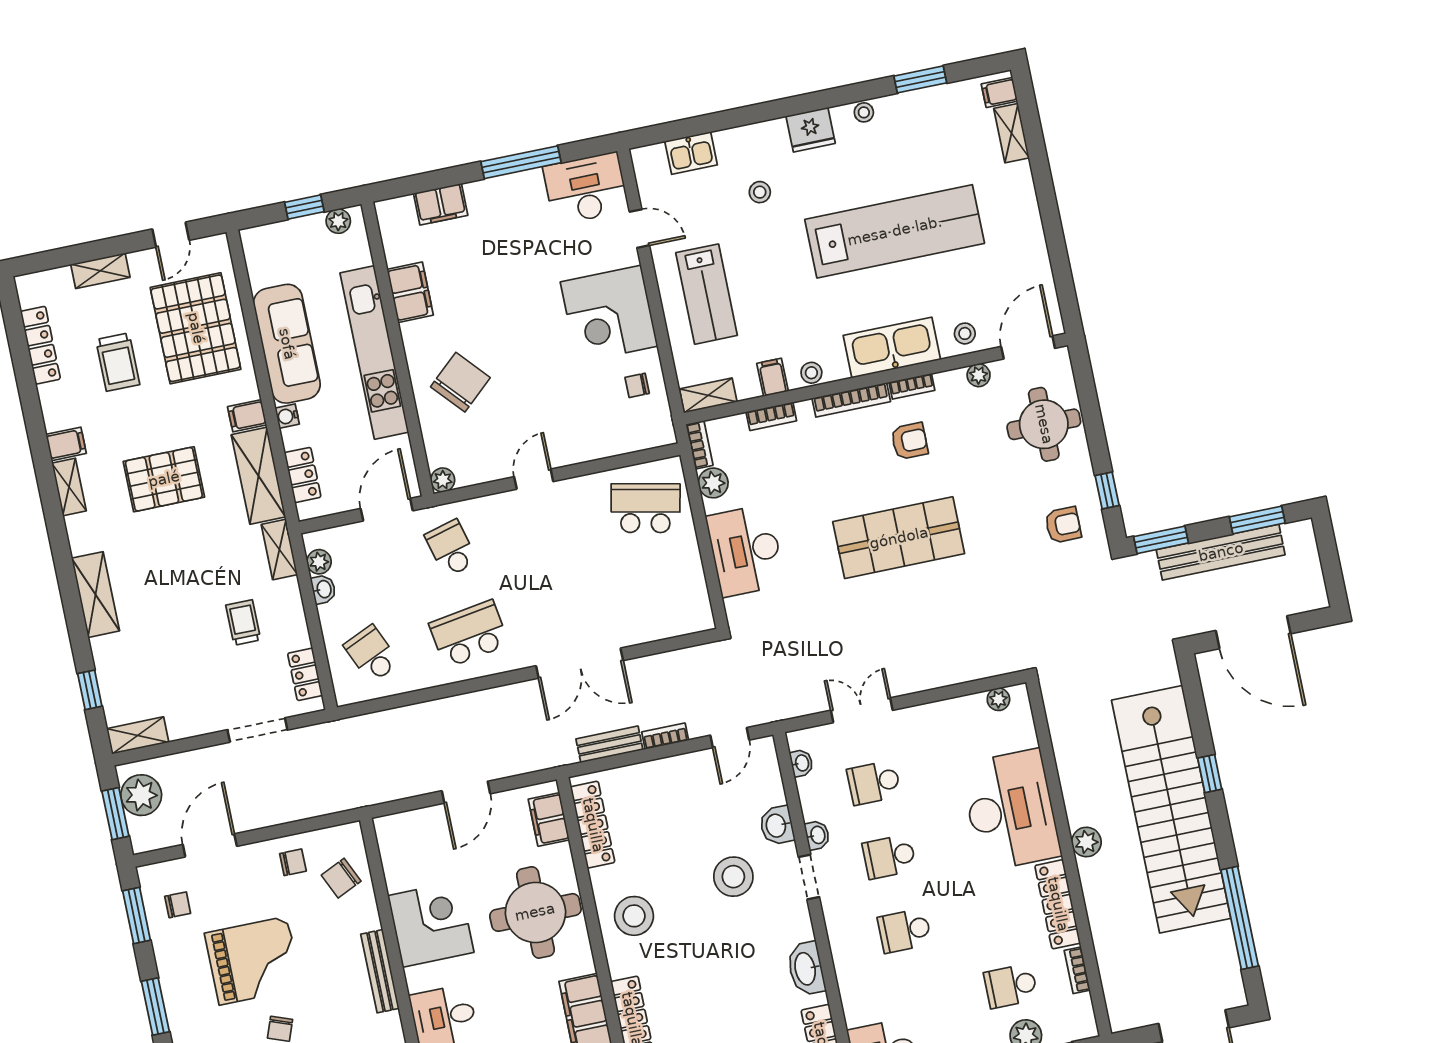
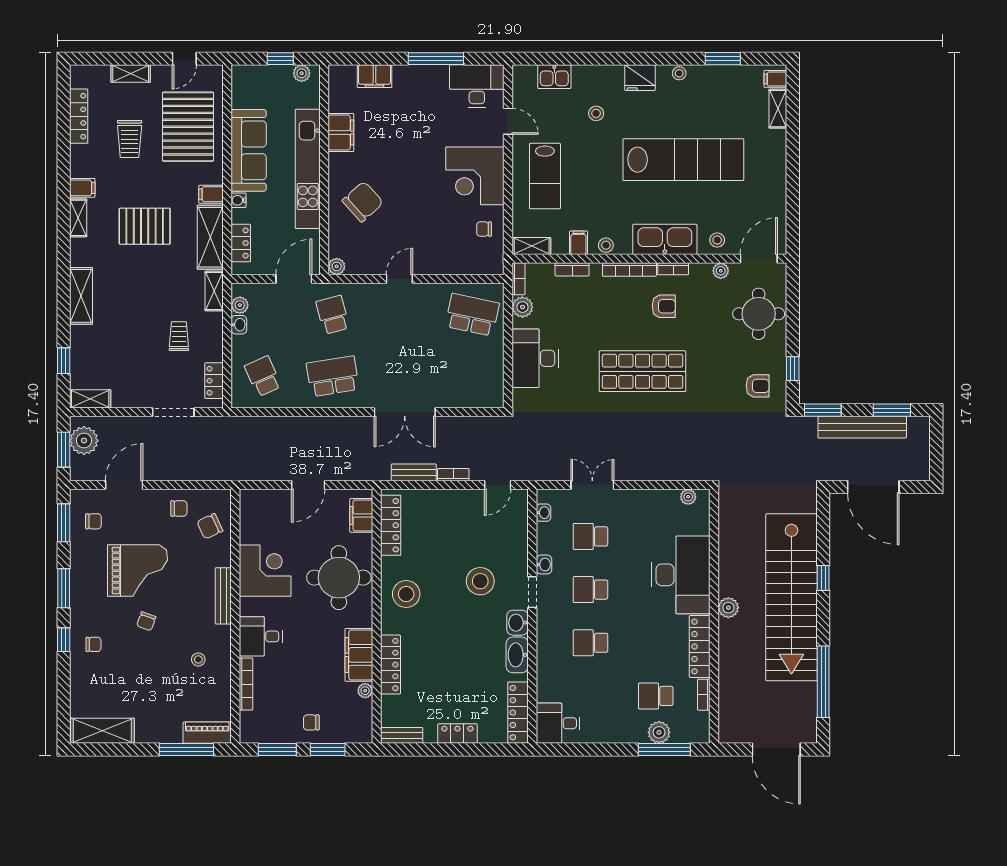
washbasin: (777, 825) -> (517, 623), moved

